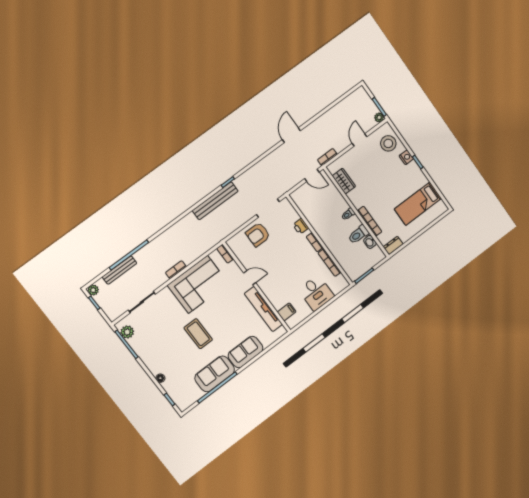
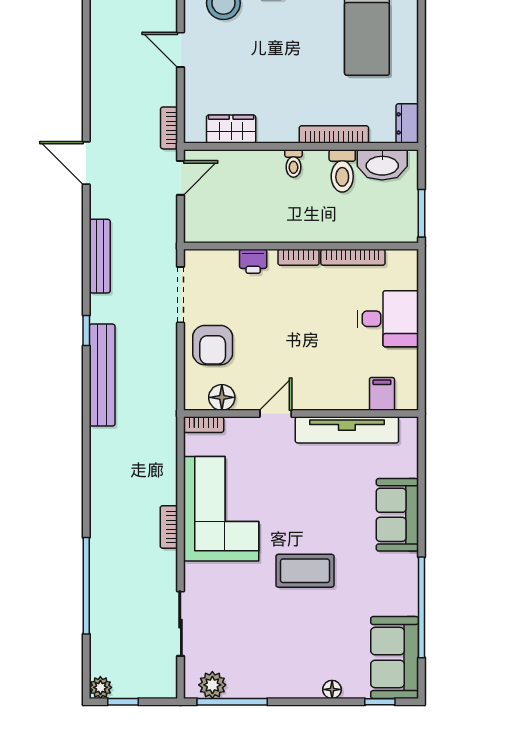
washbasin: (370, 242) -> (382, 165), width x1.91, depth x1.45
floor lamp: (241, 253) -> (222, 397), added
bench: (120, 270) -> (100, 256), moved
sofa: (215, 374) -> (395, 658), moved

